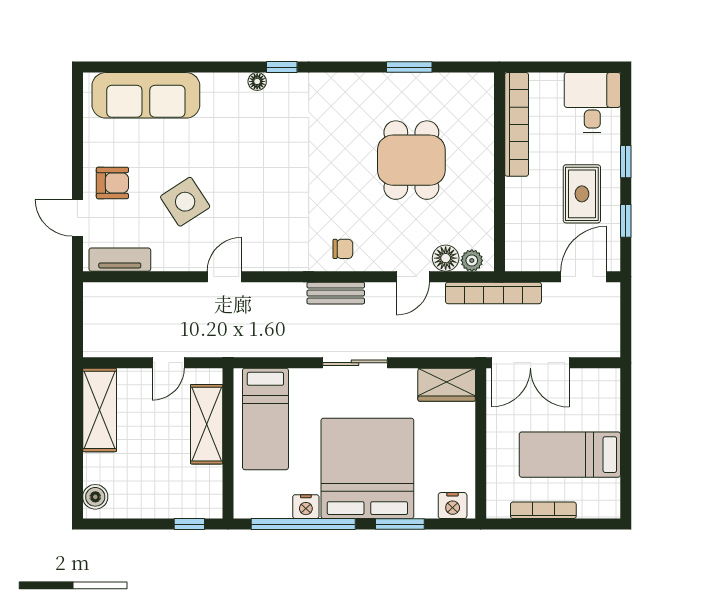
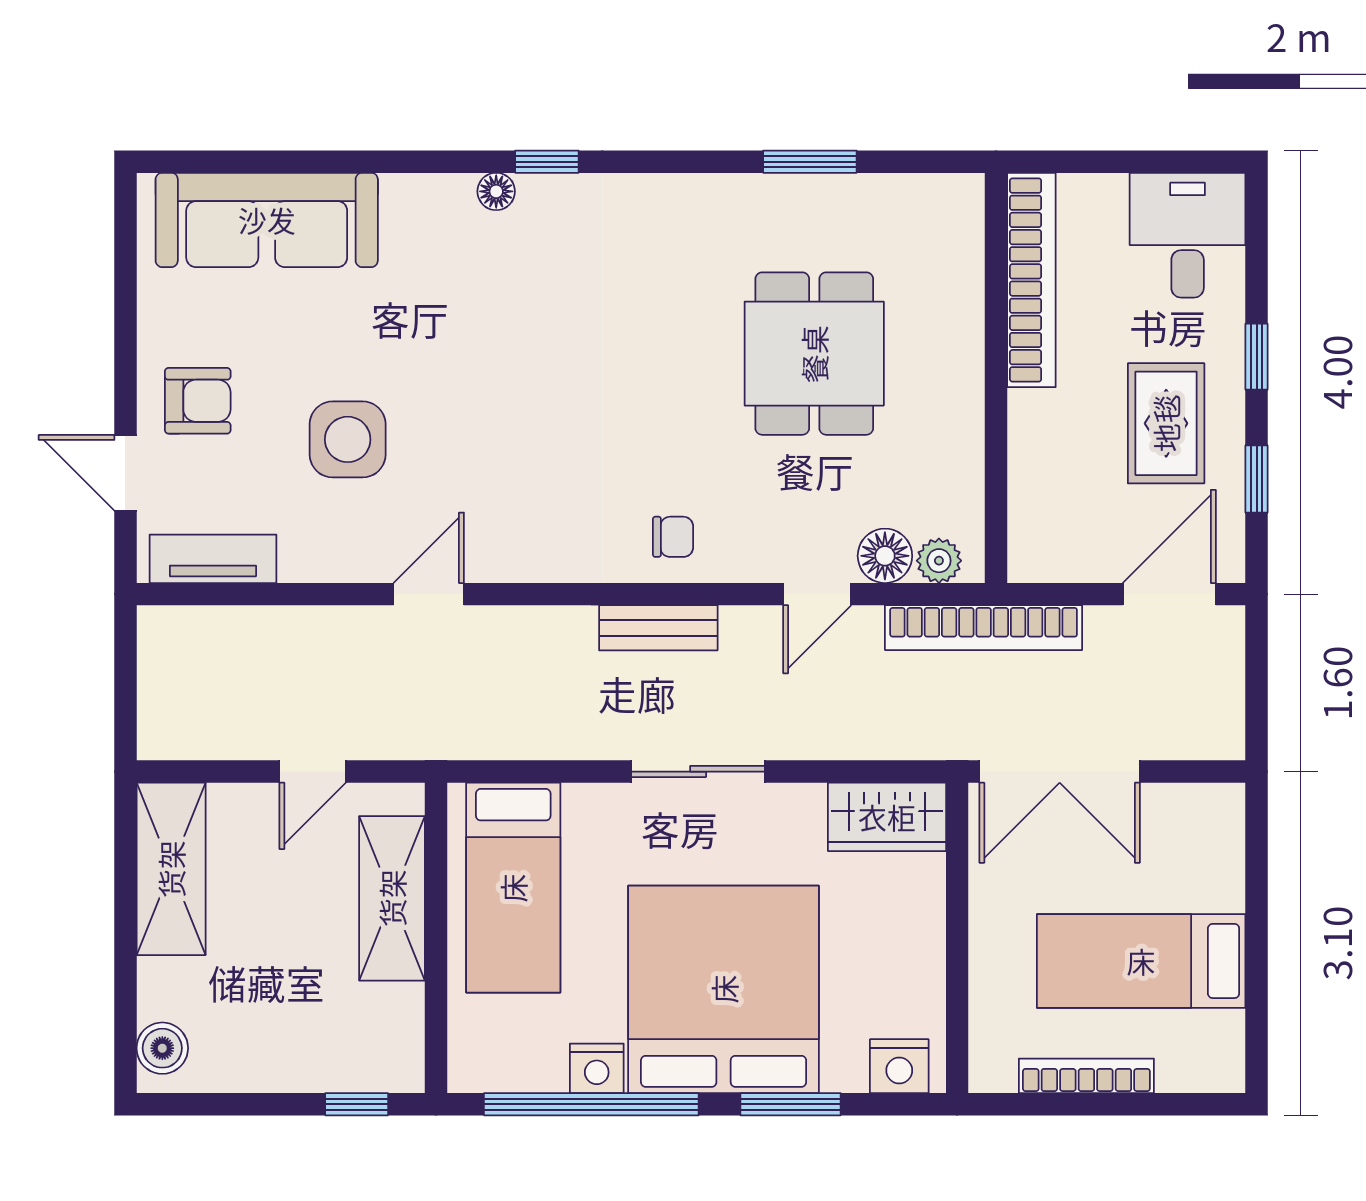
side table: (185, 202) -> (348, 439), turned 33

